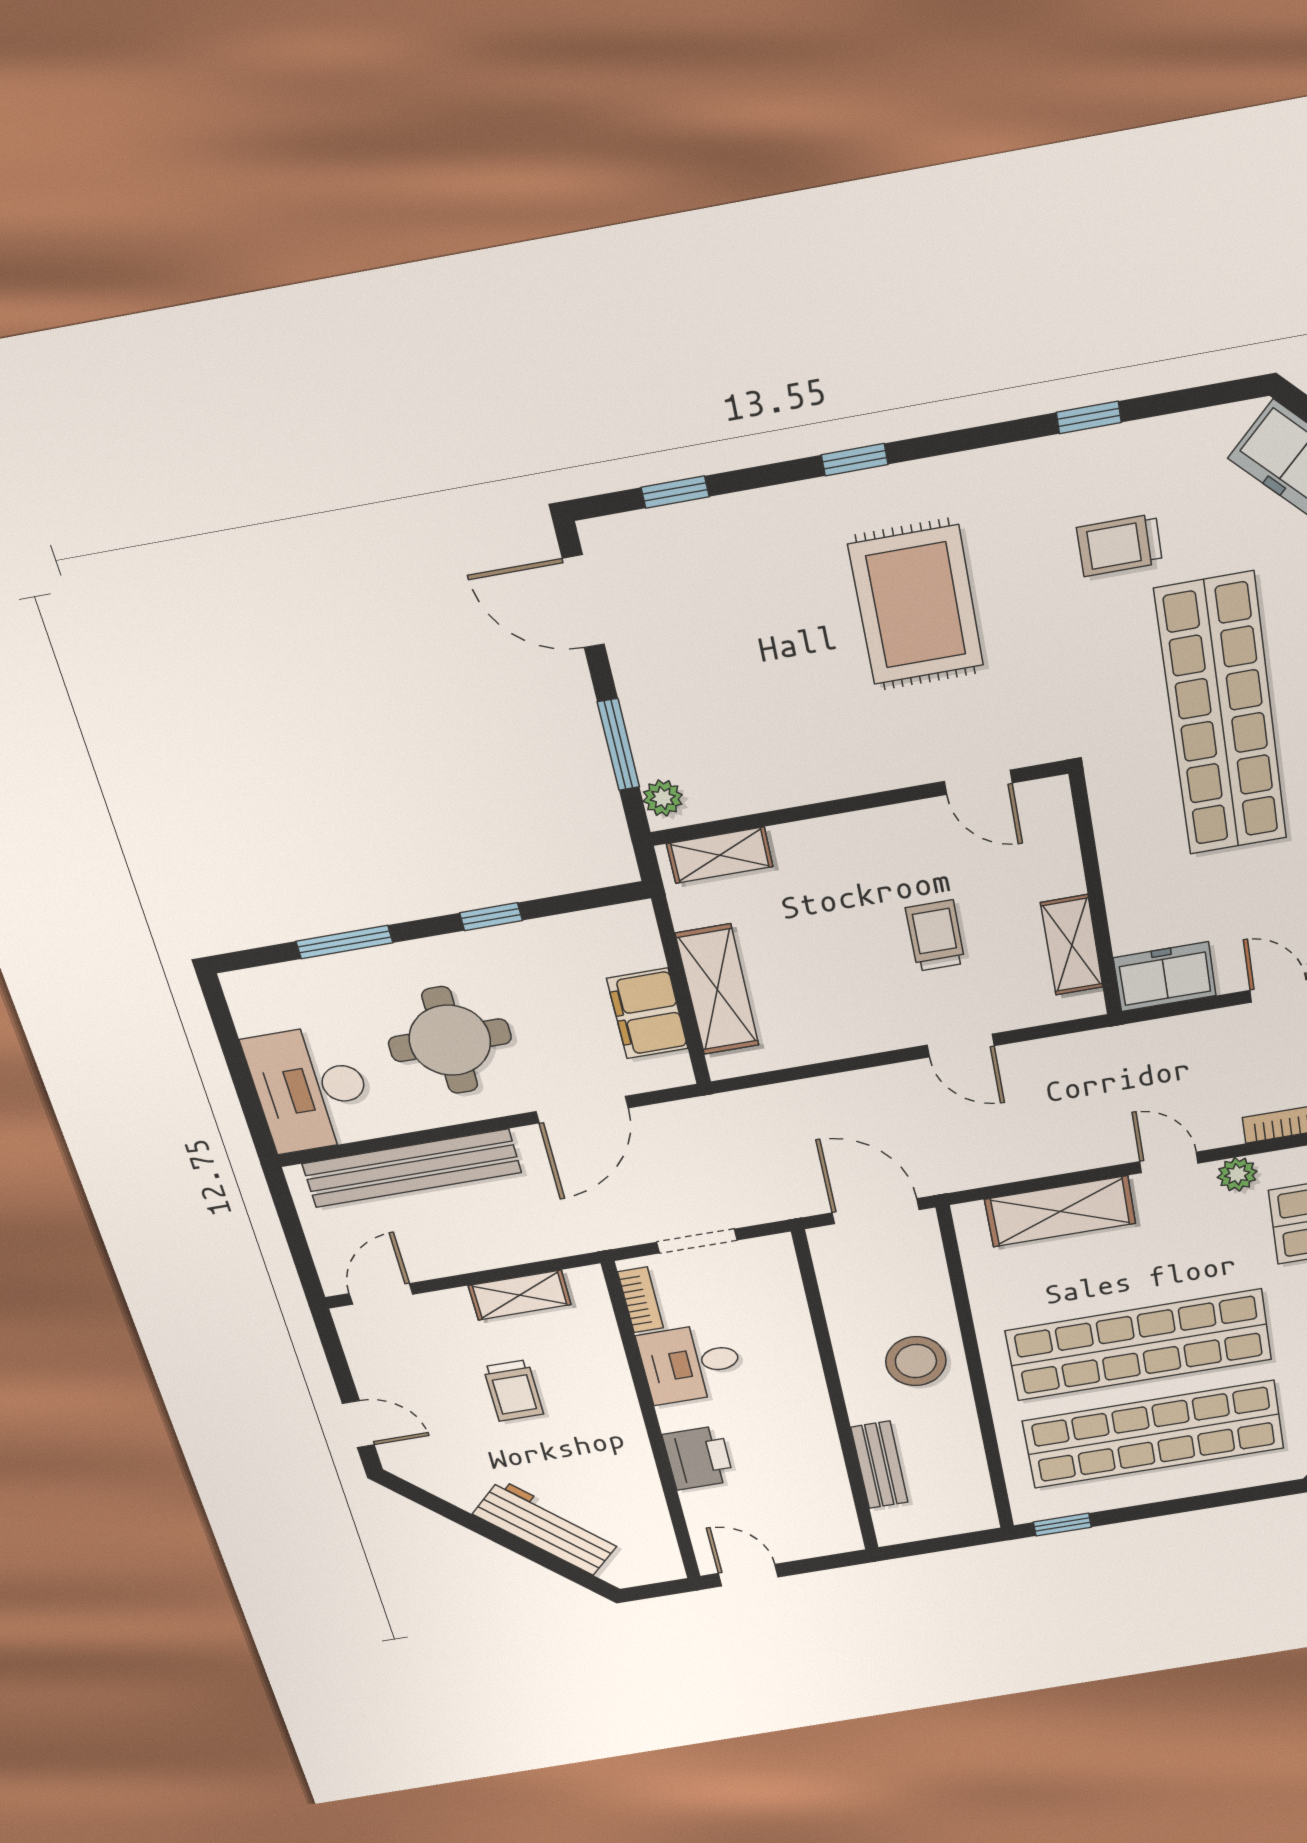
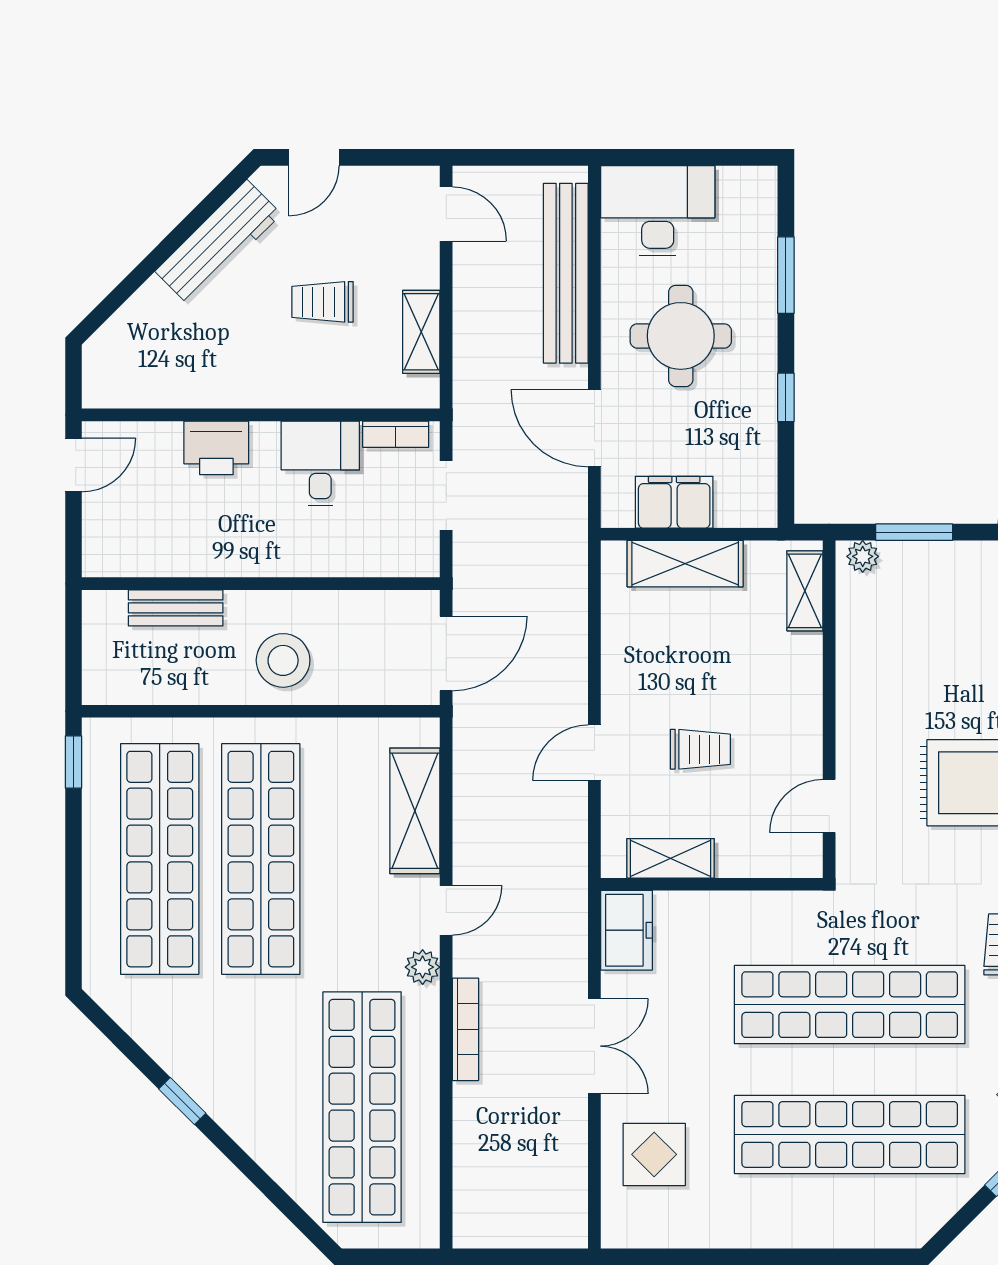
workbench: (547, 1527) -> (218, 243), moved

